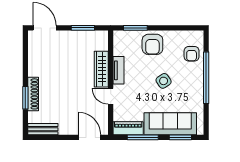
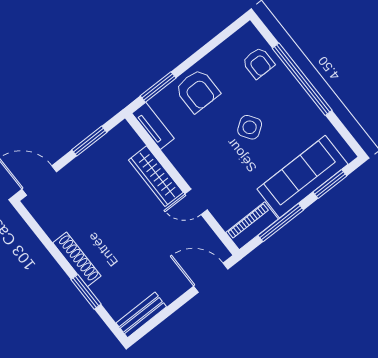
tv unit: (119, 70) -> (153, 126), moved
shoe rack: (33, 94) -> (77, 259), moved

